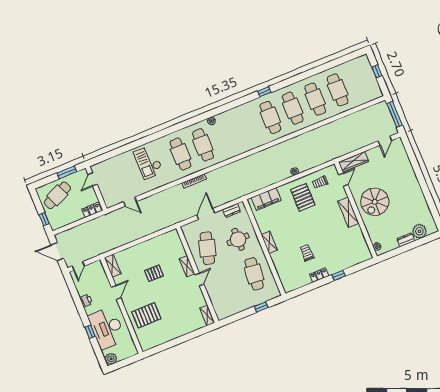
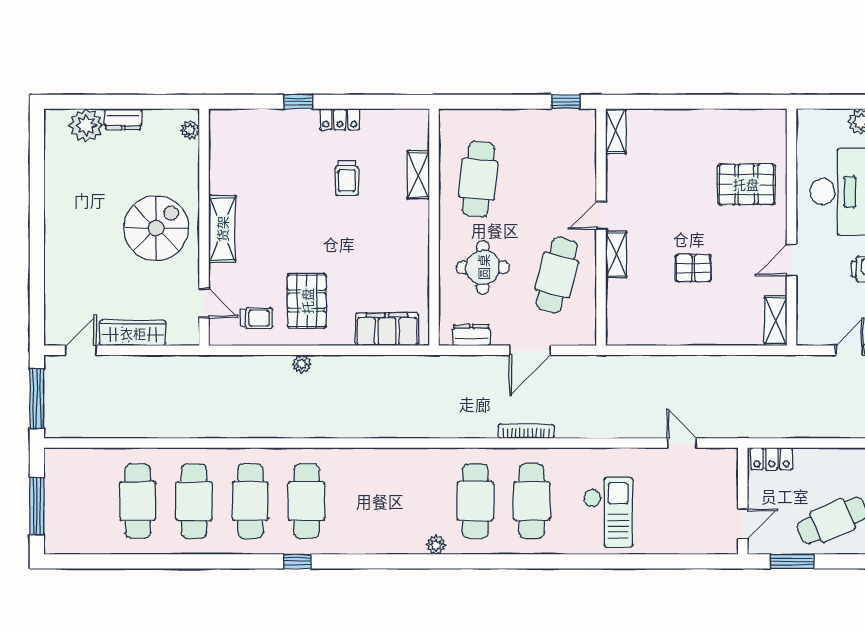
window: (377, 71) -> (37, 506), width x2.17
wardrobe: (354, 162) -> (133, 333), moved
door: (343, 180) -> (204, 303), swing flipped
shelving: (269, 242) -> (418, 175), moved
window: (261, 307) -> (566, 102), moved

